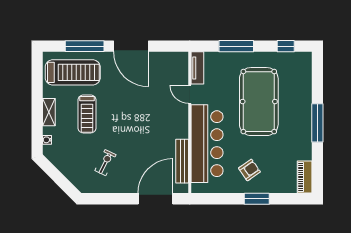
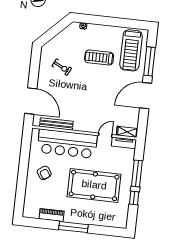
window: (286, 46) -> (134, 198), moved
shelving: (49, 112) -> (127, 132), moved
piano: (305, 177) -> (52, 215), moved
window: (257, 199) -> (22, 176), removed

